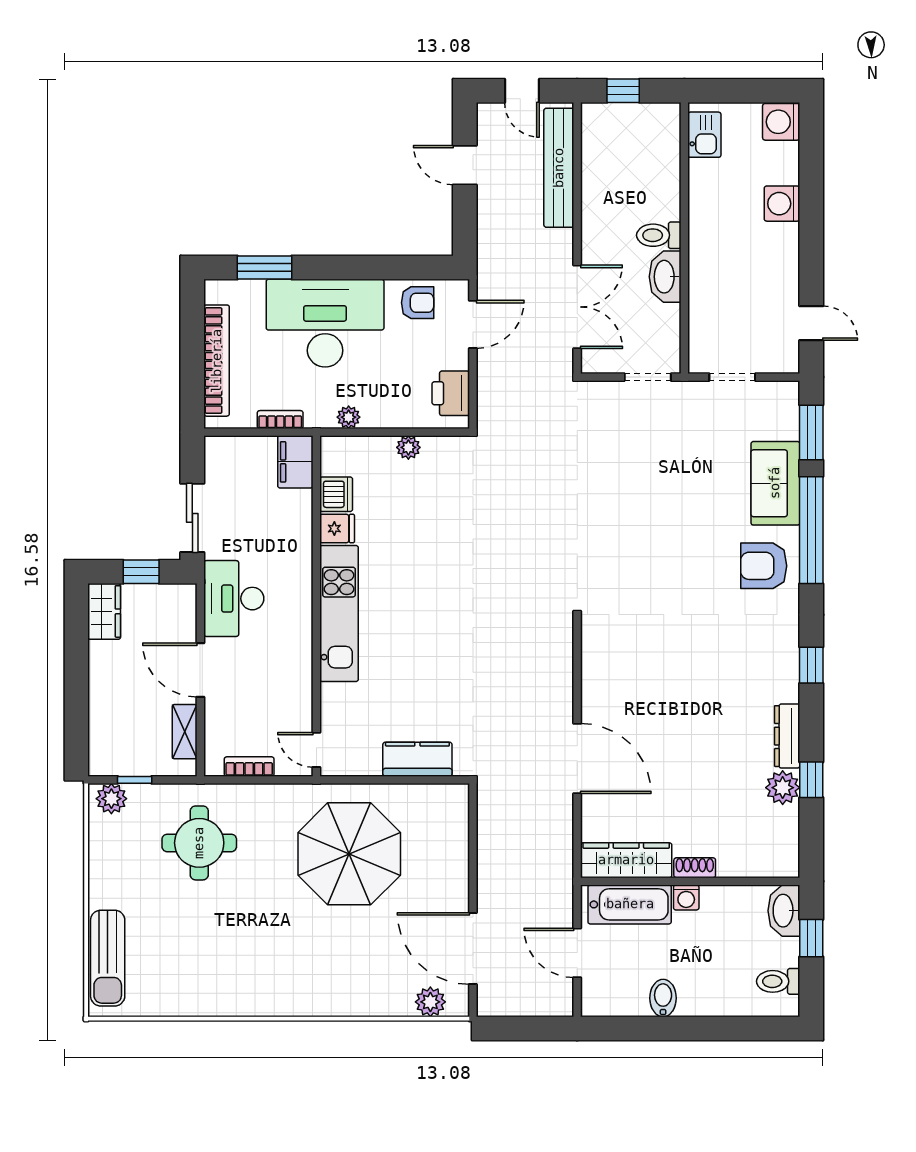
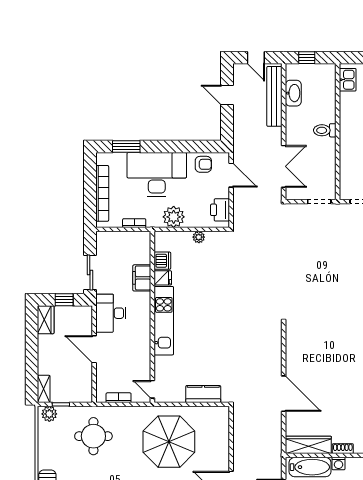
washbasin: (665, 277) -> (293, 93), moved, turned 180
door: (473, 324) -> (231, 175), hinge flipped
plant: (349, 417) -> (174, 217), width x1.88, depth x1.88
filing cabinet: (295, 462) -> (142, 278), moved
shelving: (185, 732) -> (44, 389), moved

